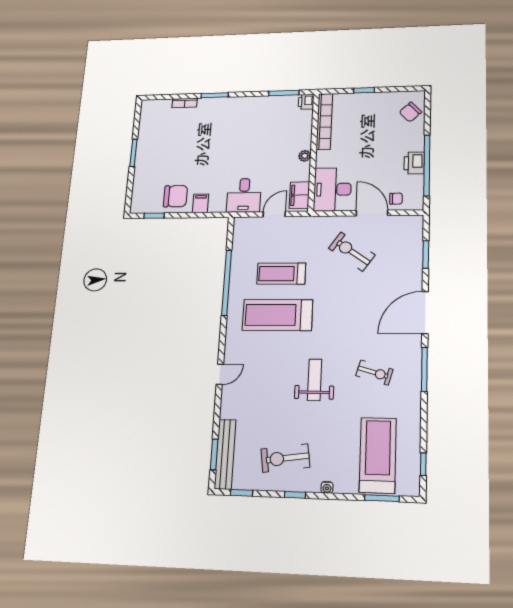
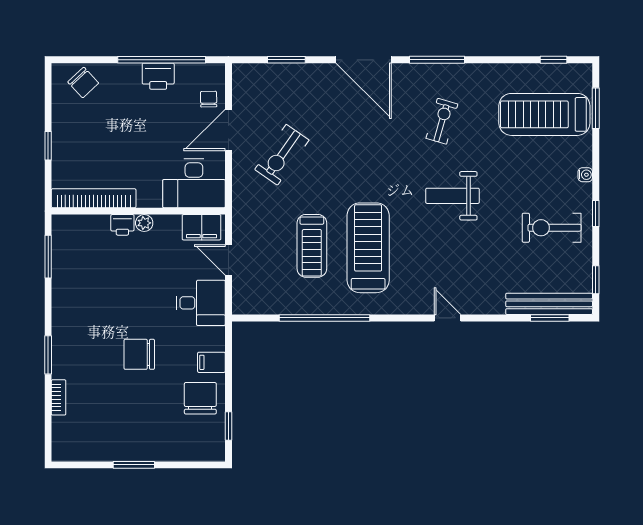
printer: (306, 102) -> (122, 225), moved
chair: (210, 155) -> (139, 354), added
treadmill: (277, 315) -> (368, 248), turned 180
exercise bike: (285, 458) -> (552, 228), turned 98

